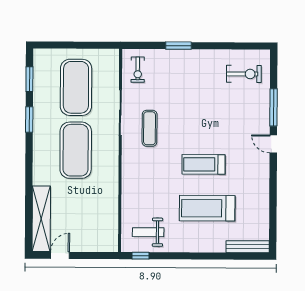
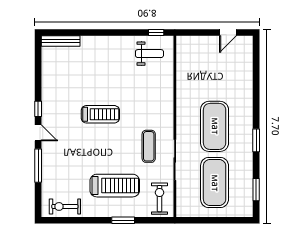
exercise bike: (138, 70) -> (160, 199), width x1.38, depth x1.39
exercise bike: (244, 74) -> (65, 206), moved
window: (29, 119) -> (256, 140), moved
window: (273, 171) -> (38, 109), added
treadmill: (207, 208) -> (115, 186), moved
shelving: (41, 219) -> (245, 65), removed

